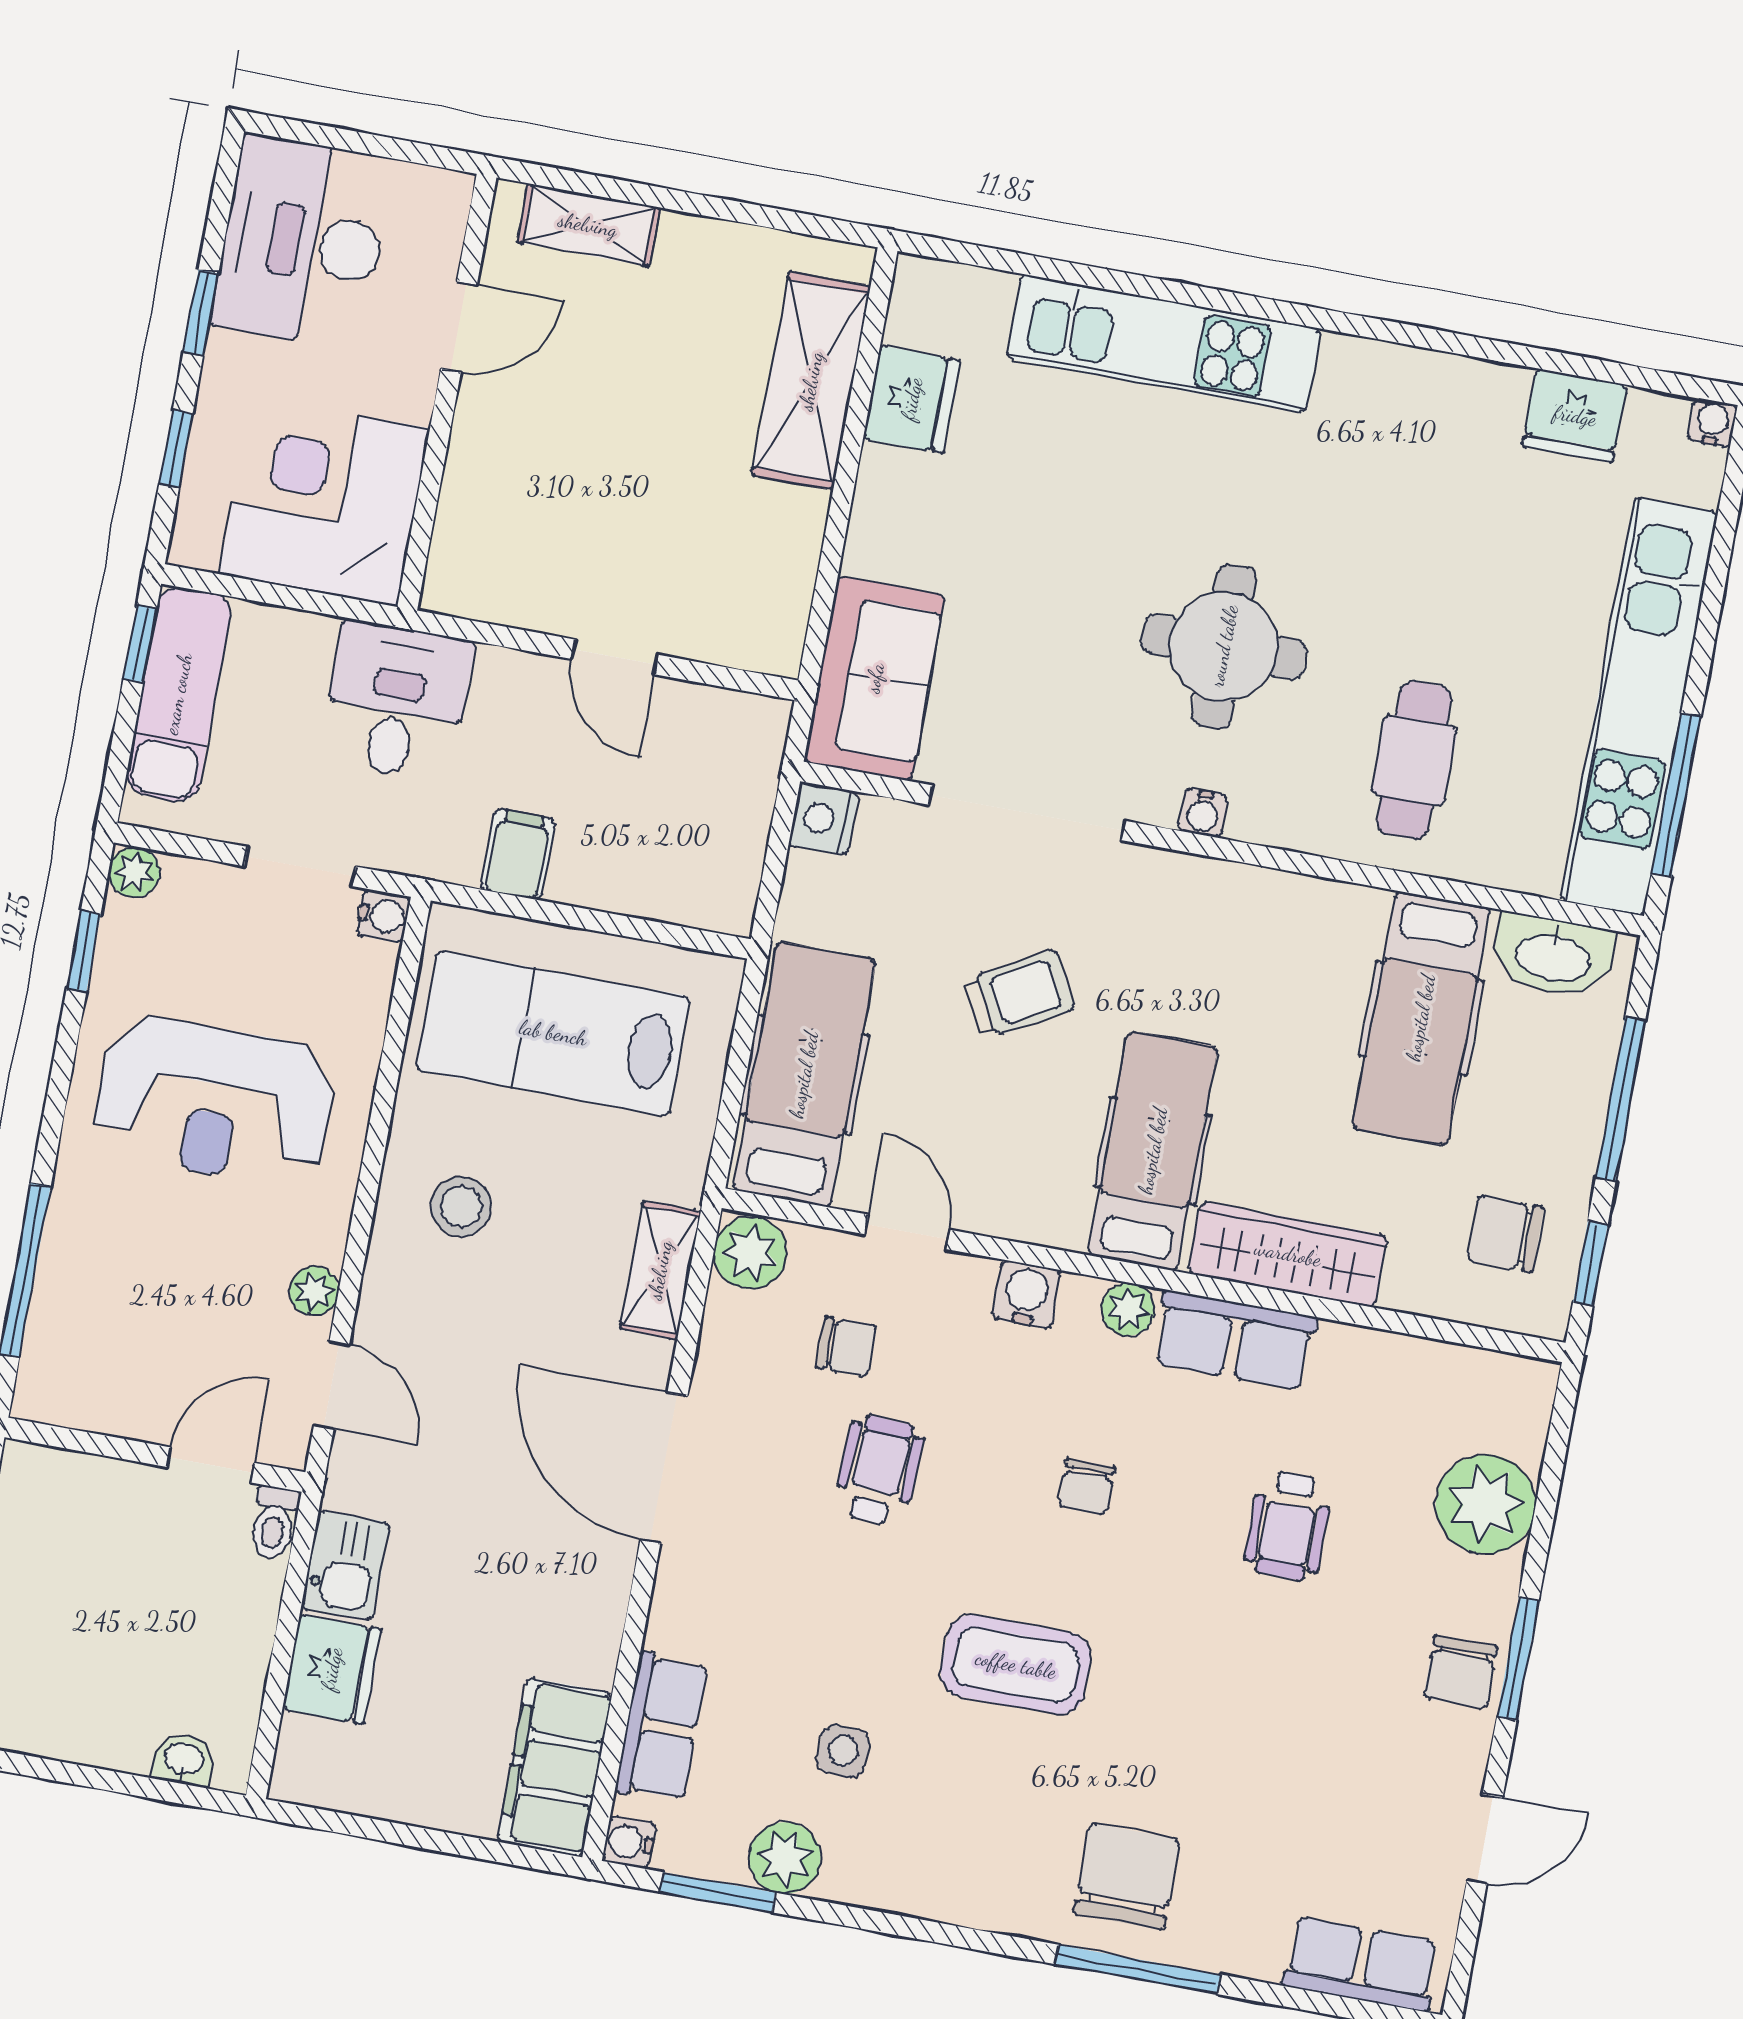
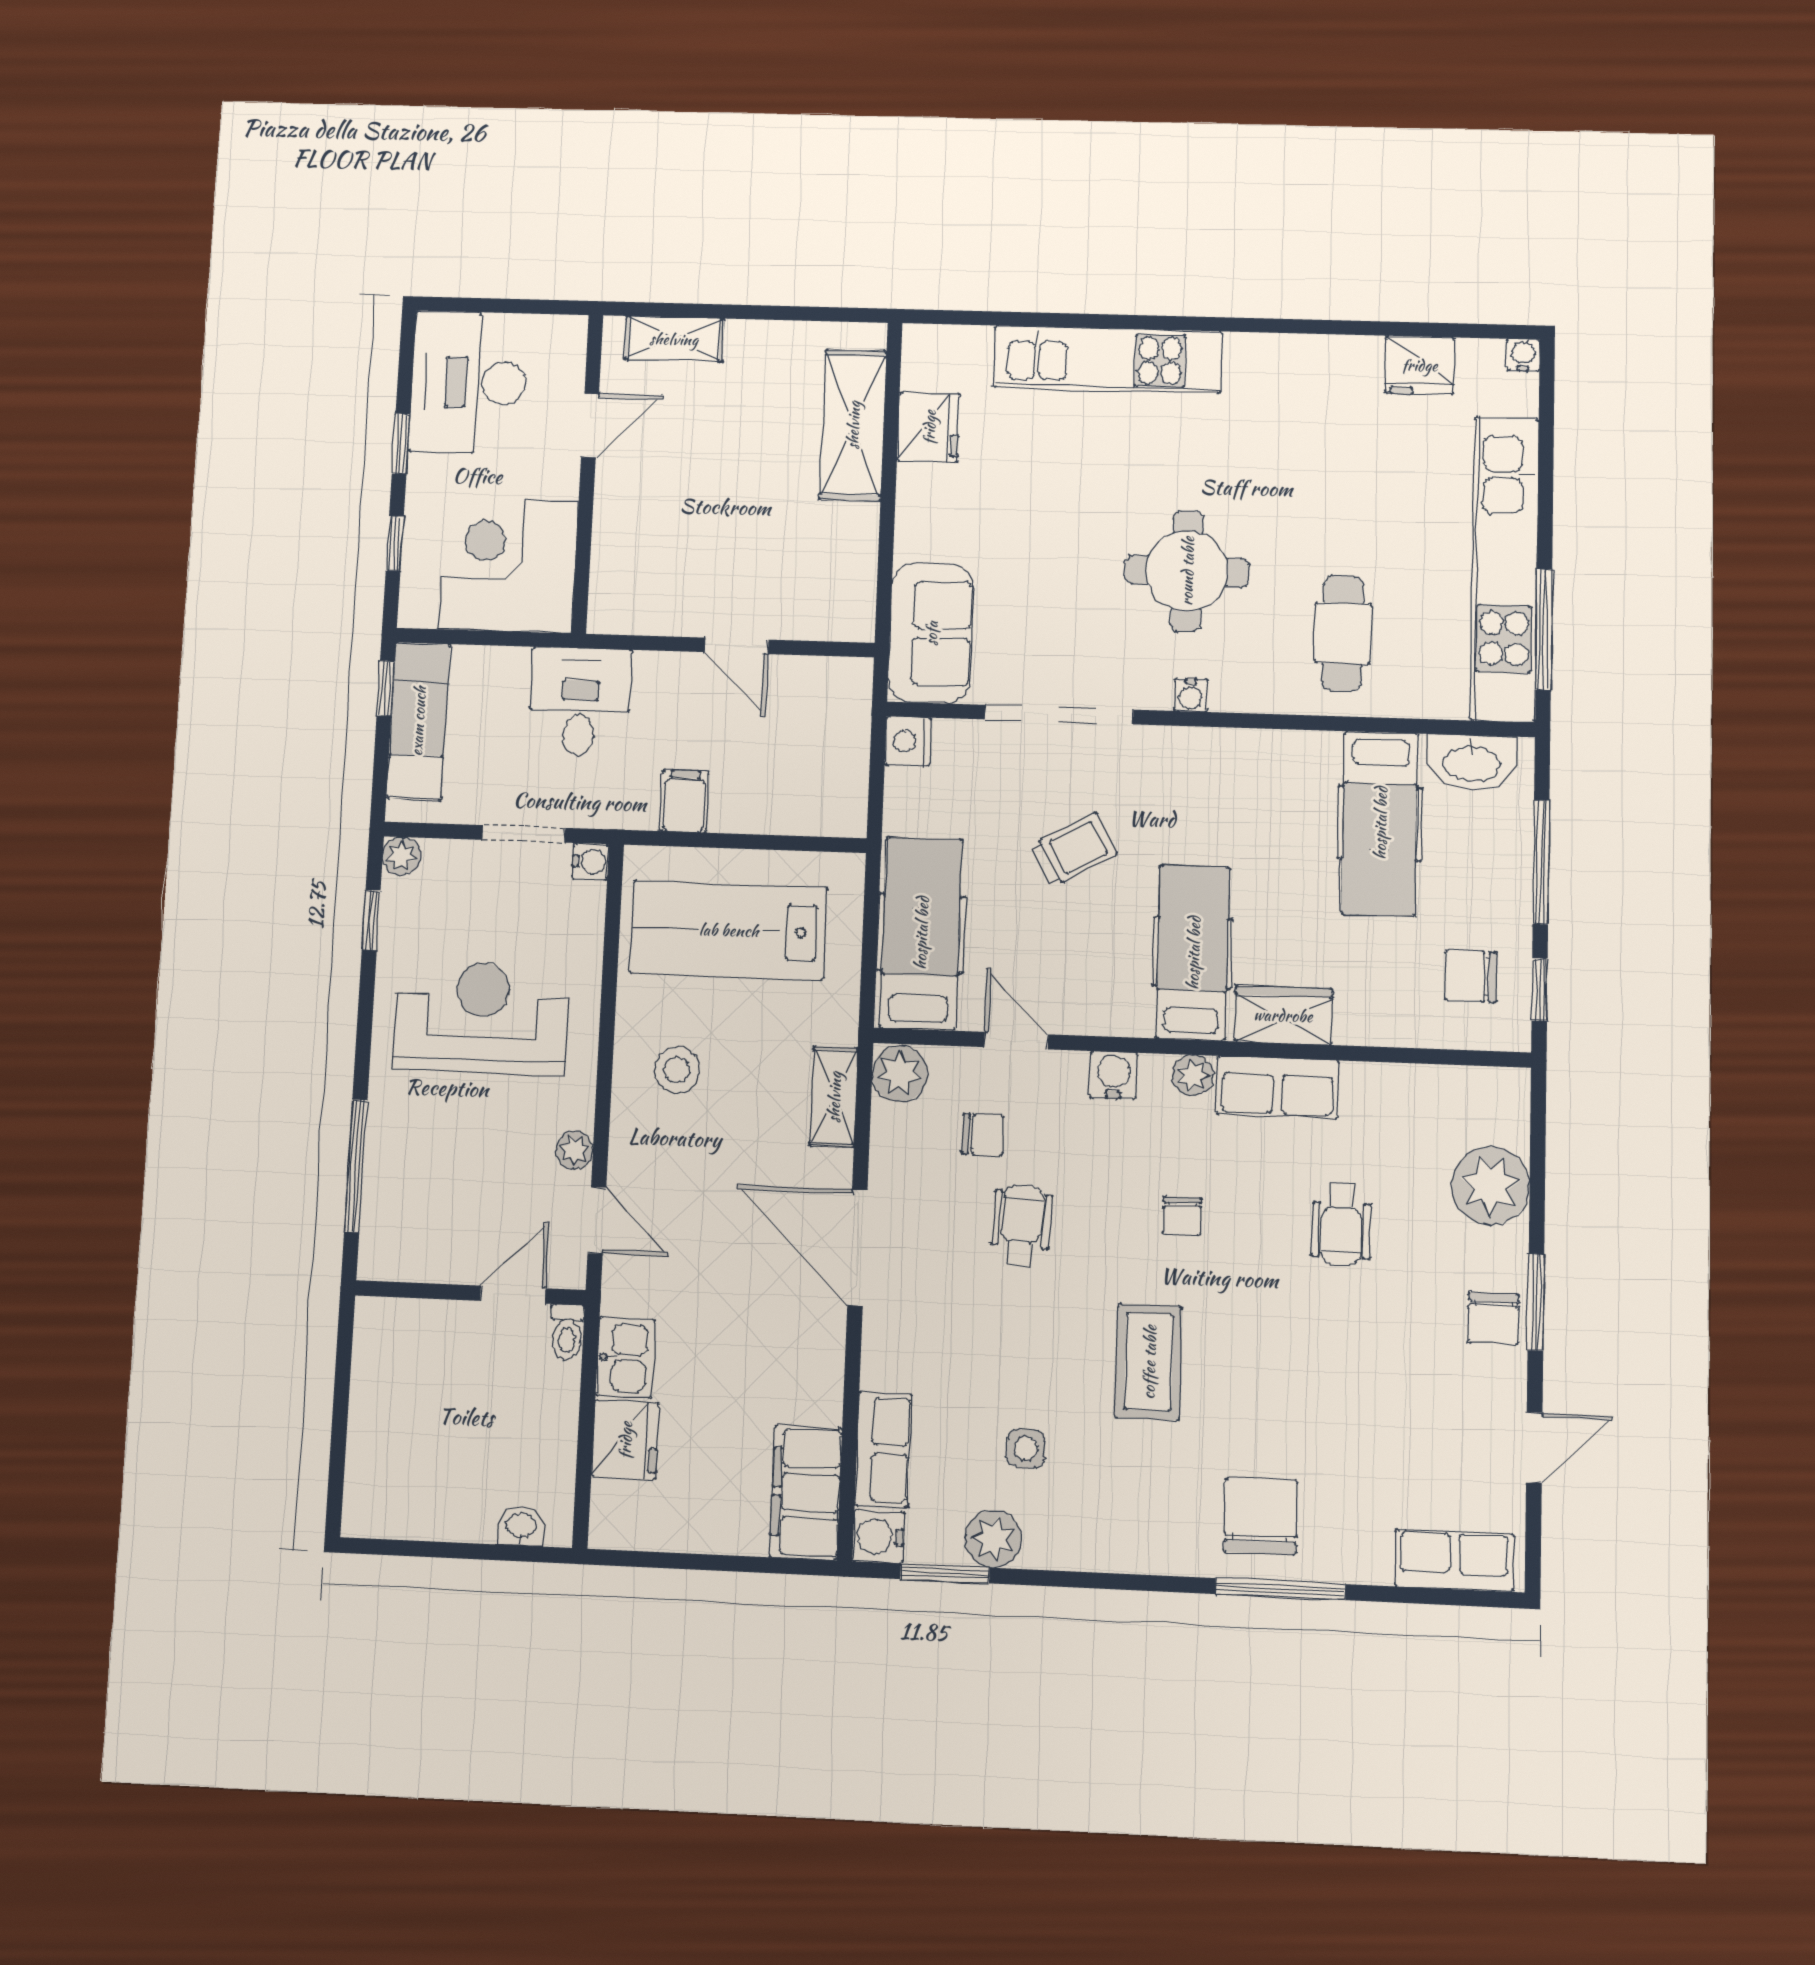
reception desk: (214, 1101) -> (482, 1018), turned 180
wardrobe: (1288, 1254) -> (1283, 1015), width x0.67
coffee table: (1016, 1665) -> (1149, 1362), turned 90
water cooler: (629, 1842) -> (878, 1536), width x1.38, depth x1.38

